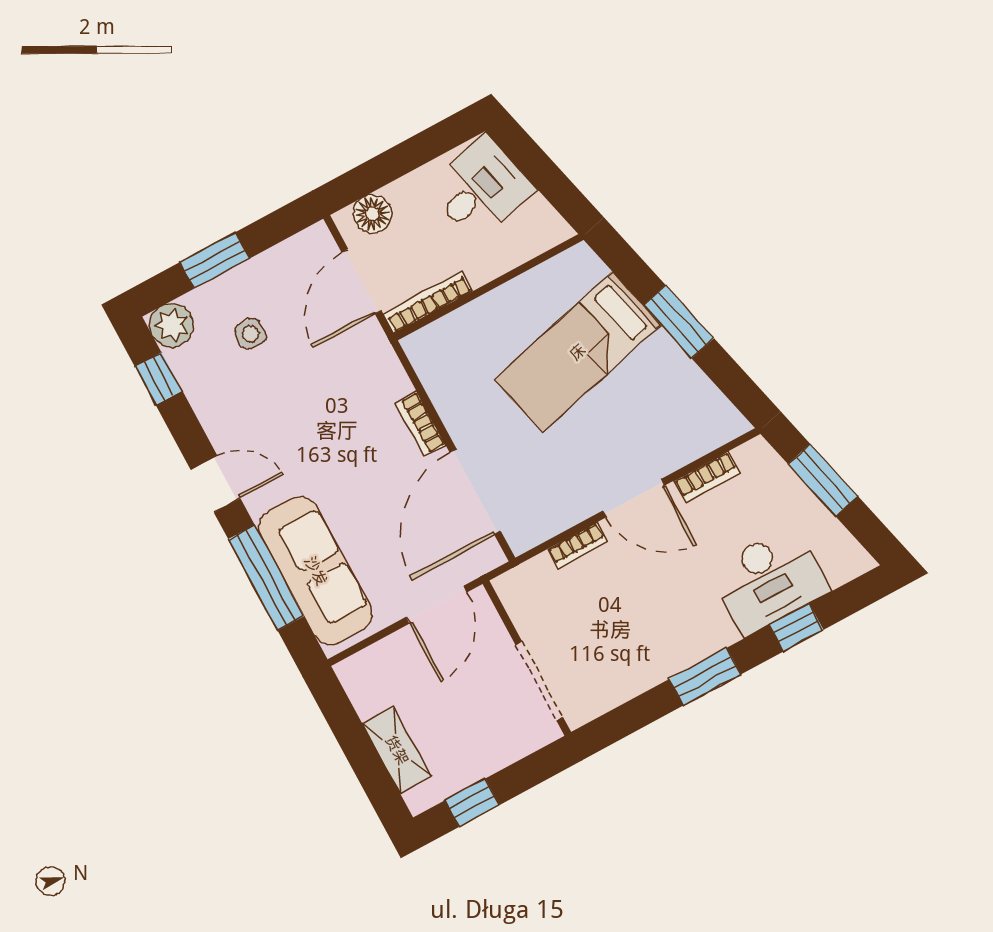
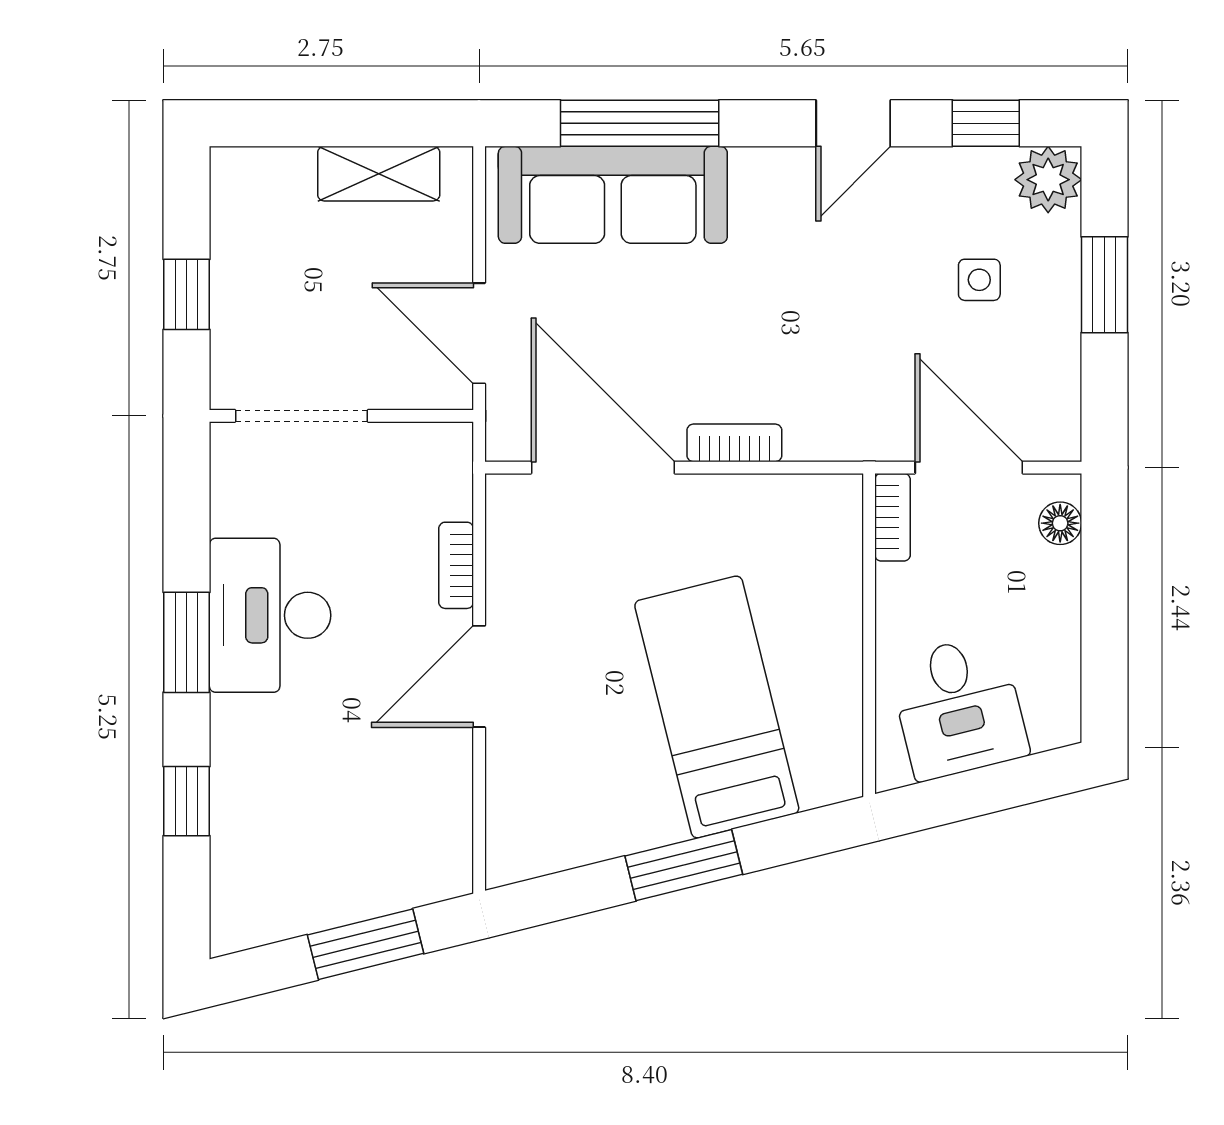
desk: (481, 189) -> (958, 707), moved
floor lamp: (372, 214) -> (1060, 523), width x0.73, depth x0.73
bookcase: (428, 302) -> (893, 517), width x0.64
bookcase: (707, 477) -> (454, 790), removed
door: (216, 484) -> (853, 123), moved
desk: (769, 580) -> (270, 615), moved
shelving: (397, 750) -> (379, 174), moved
window: (472, 803) -> (186, 294), moved

